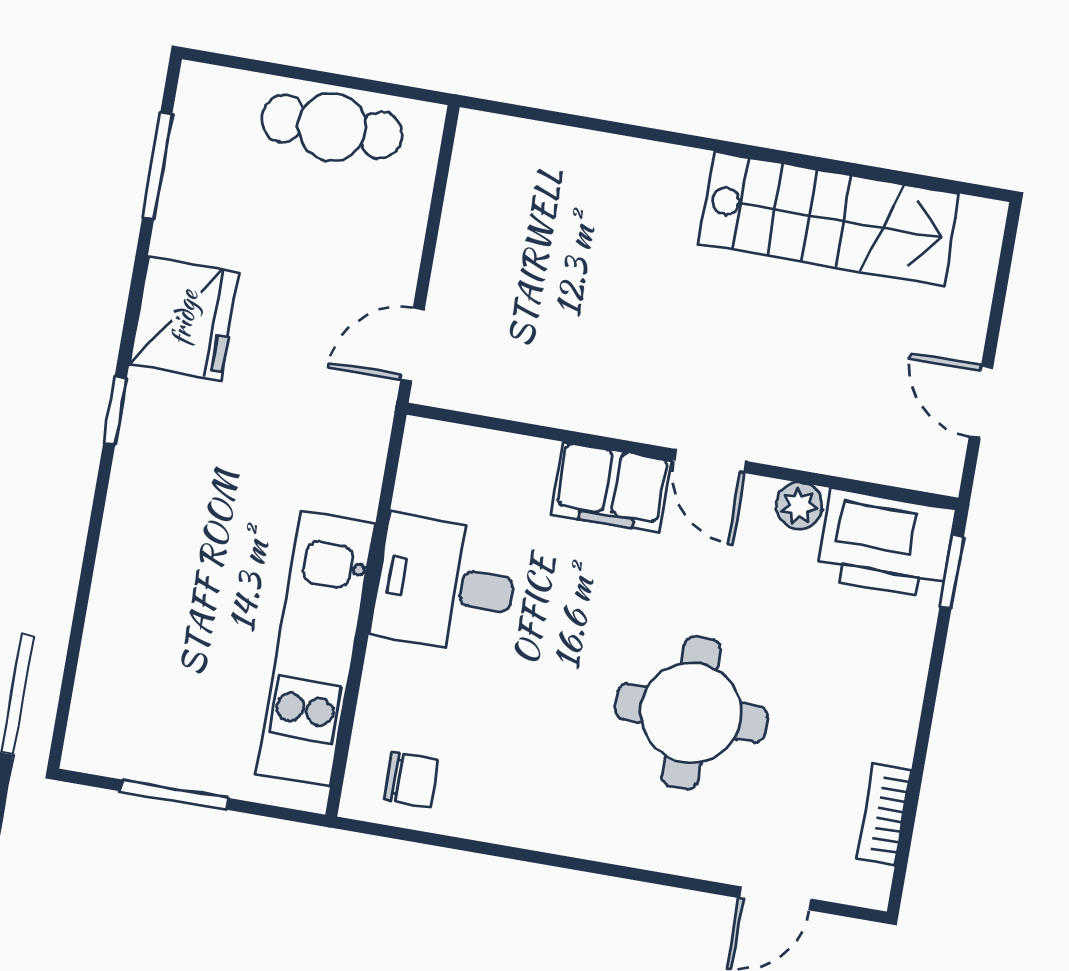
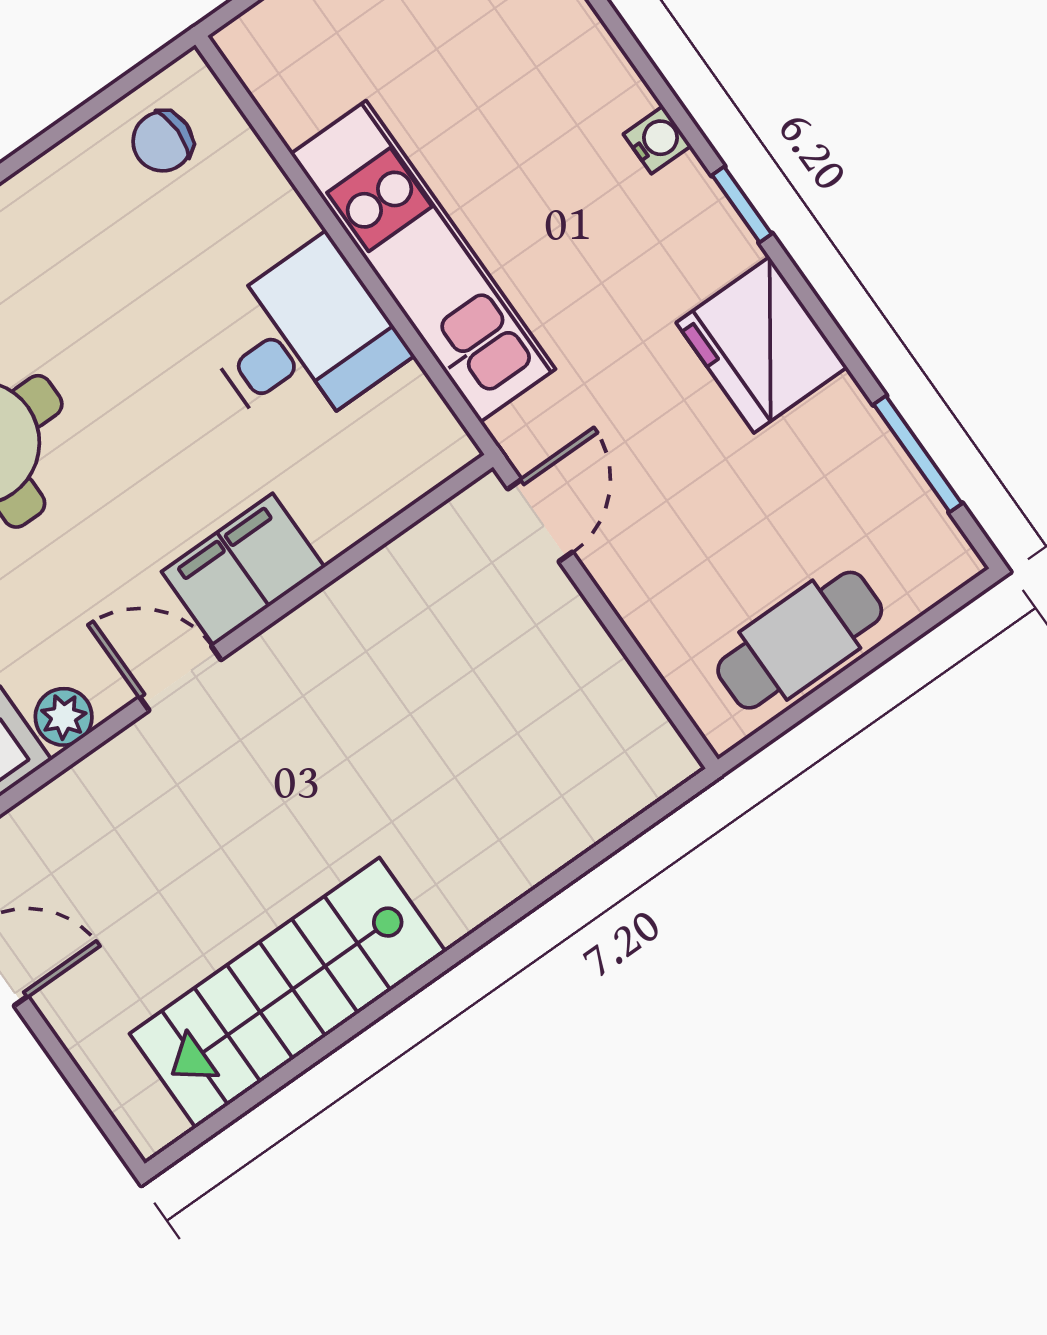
water cooler: (126, 496) -> (657, 140), added
kitchen unit: (316, 649) -> (423, 261), moved

